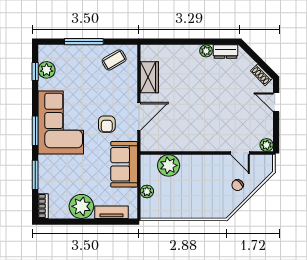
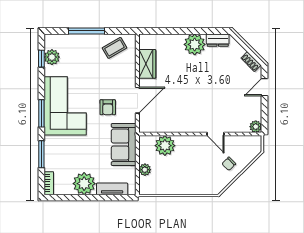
plant: (206, 51) -> (195, 44), width x1.88, depth x1.88
door: (276, 102) -> (265, 87), hinge flipped
door: (240, 153) -> (215, 134), moved

